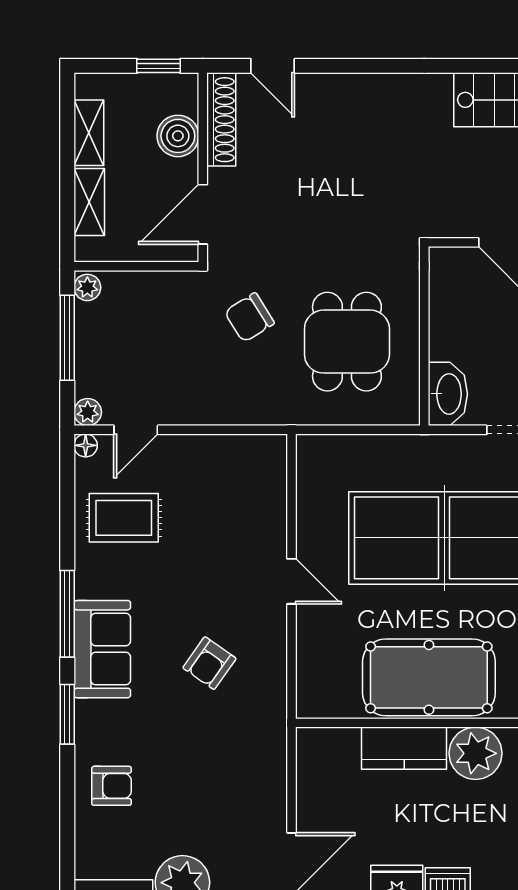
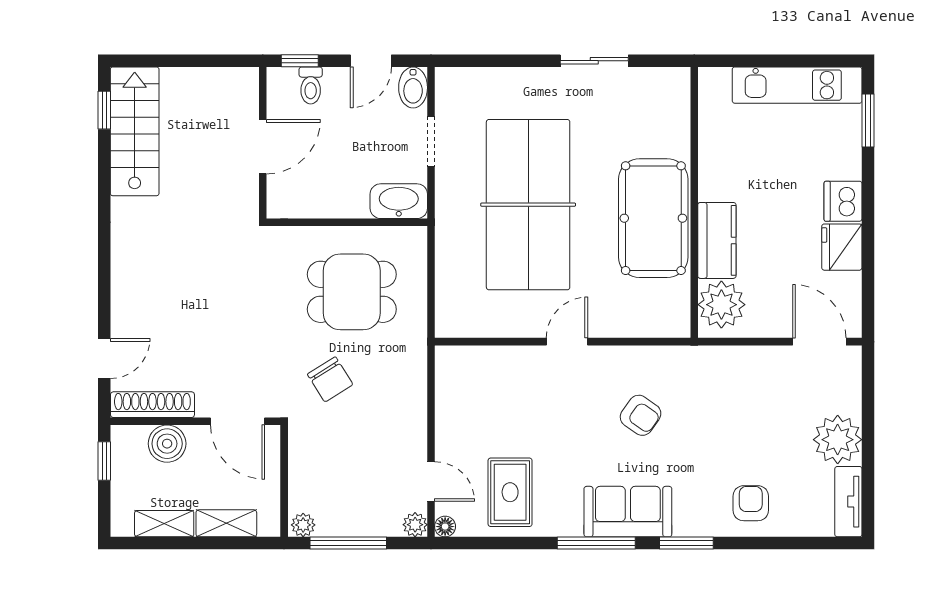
plant: (475, 753) -> (721, 305), moved

